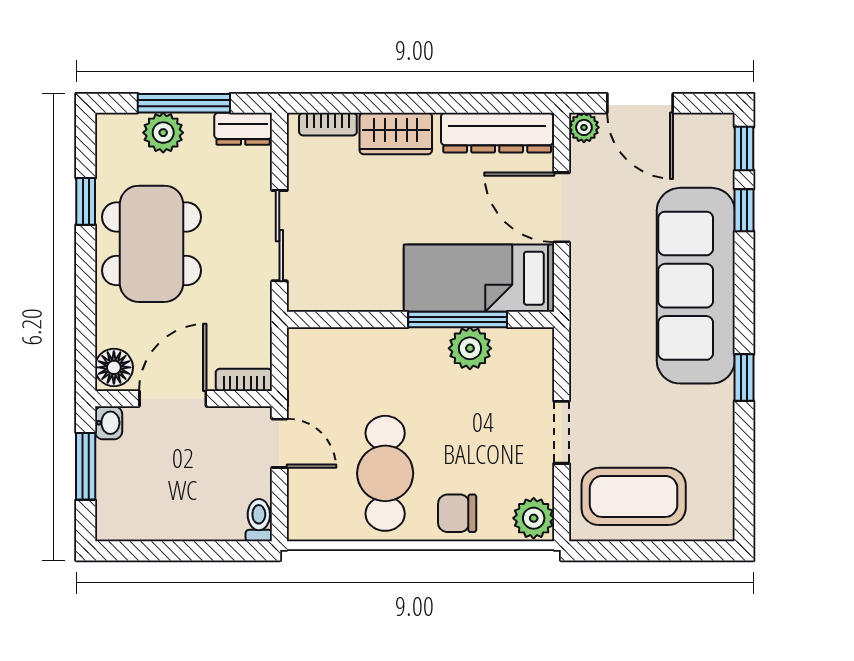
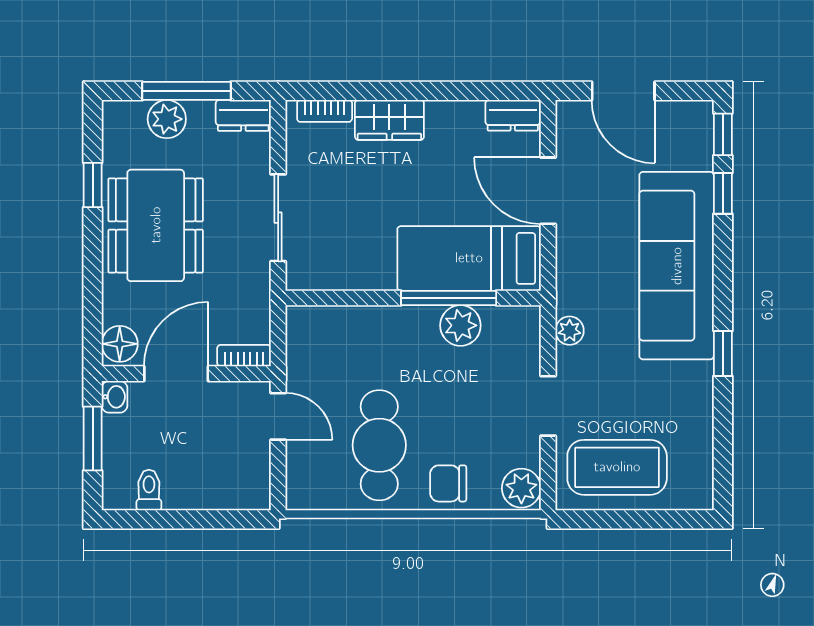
plant: (584, 127) -> (570, 331), moved
dresser: (497, 133) -> (513, 115), width x0.51, depth x0.80
toilet: (259, 520) -> (149, 490), moved

